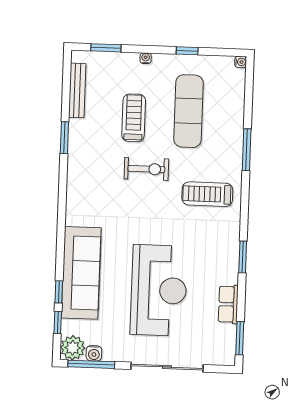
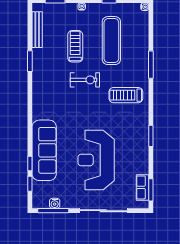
reception desk: (159, 290) -> (96, 160), turned 180
row of seats: (228, 304) -> (142, 187), moved
plant: (73, 348) -> (40, 200), removed

